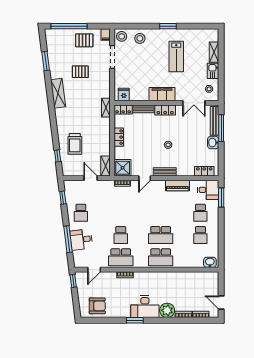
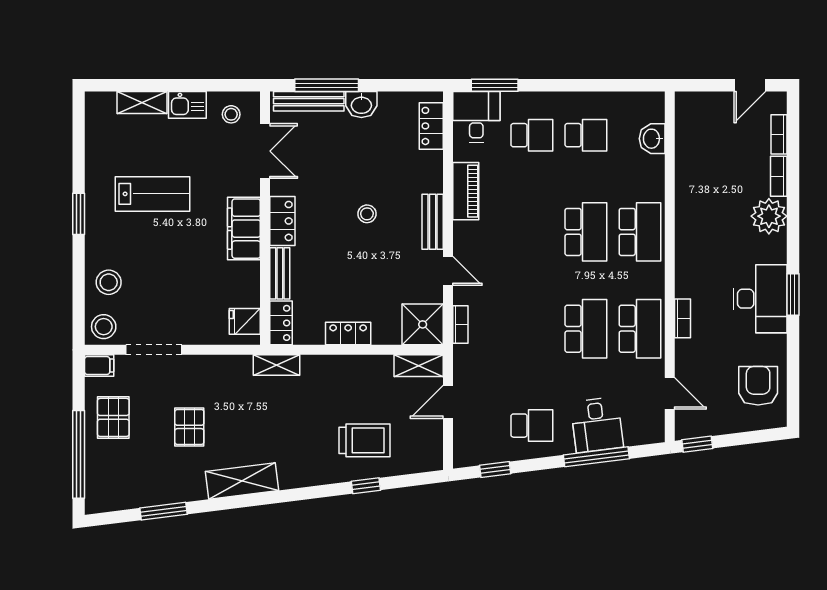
window: (58, 156) -> (366, 486), moved
school desk: (121, 235) -> (586, 329), width x1.85
washbasin: (210, 262) -> (652, 139), moved
desk: (145, 307) -> (760, 299), moved

